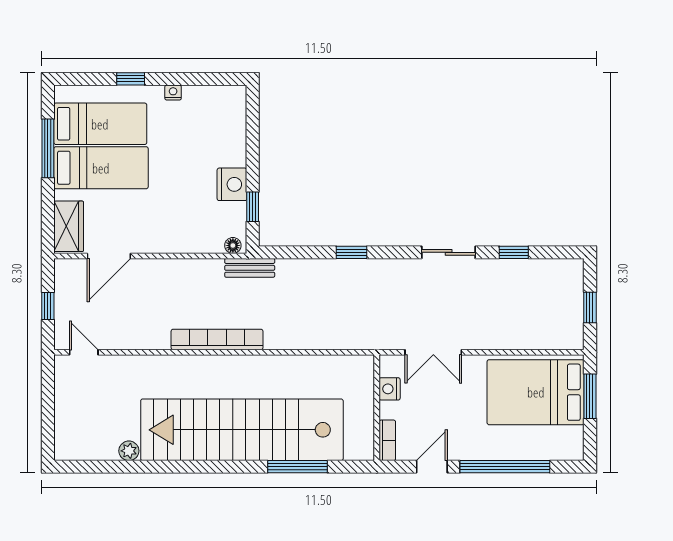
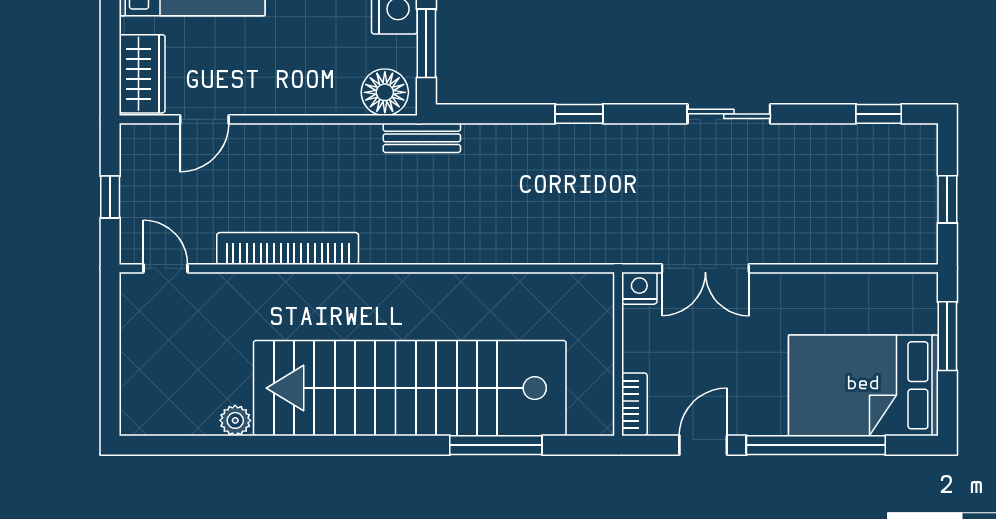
window: (253, 207) -> (426, 43), width x1.50
floor lamp: (233, 245) -> (385, 92), width x1.89, depth x1.89
window: (514, 252) -> (879, 114), moved
door: (109, 256) -> (204, 119), width x0.73
bookcase: (217, 339) -> (288, 249), moved
nightstand: (390, 389) -> (639, 288), moved, turned 90
bed: (536, 392) -> (863, 385), moved

